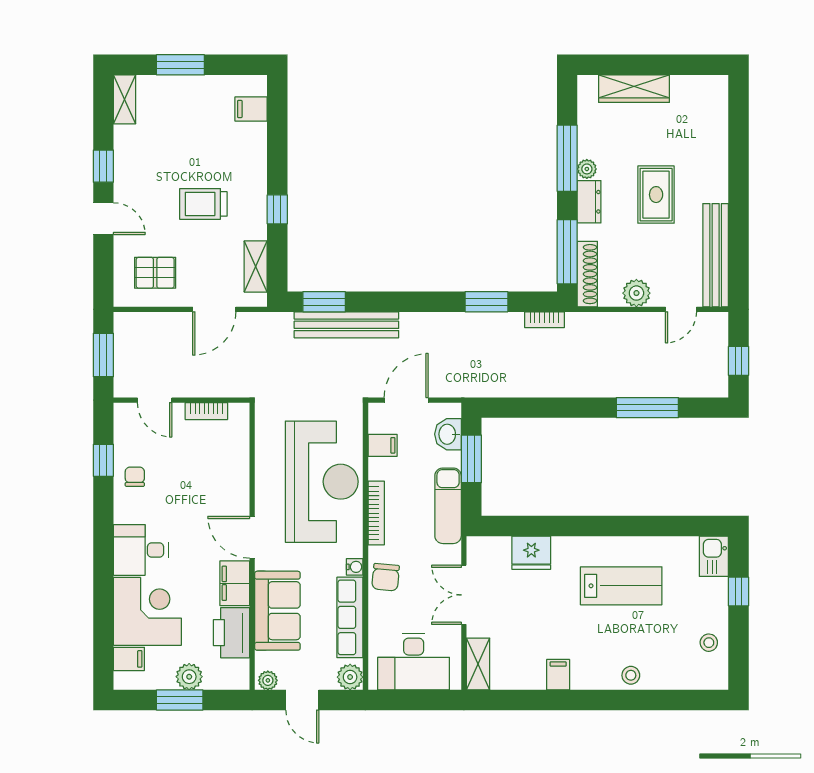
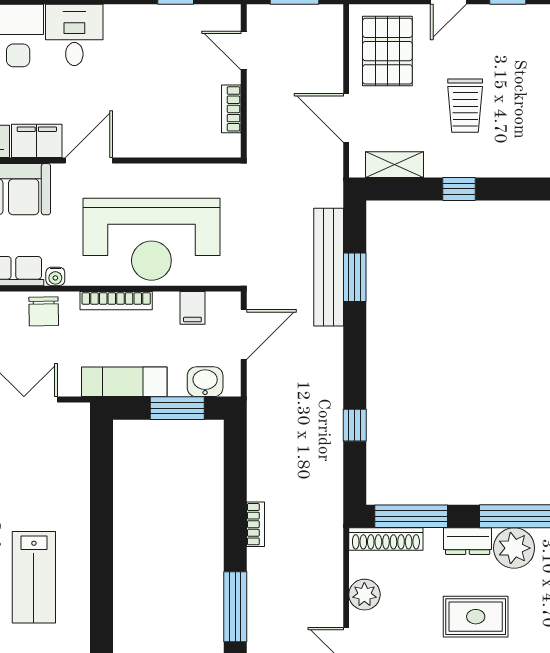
plant: (587, 169) -> (514, 548), width x1.88, depth x1.88
trolley: (203, 204) -> (465, 106), turned 180
pallet: (155, 273) -> (387, 51), width x1.50, depth x1.42
window: (324, 302) -> (355, 277), moved
window: (486, 302) -> (355, 425), width x0.67
bookcase: (544, 320) -> (255, 524), moved, turned 180
door: (155, 400) -> (244, 51), hinge flipped
door: (406, 400) -> (244, 334), hinge flipped
chair: (135, 477) -> (157, 28), removed
fridge: (531, 553) -> (71, 476), removed
chair: (386, 577) -> (44, 311), turned -96

